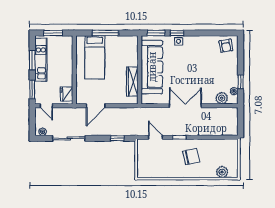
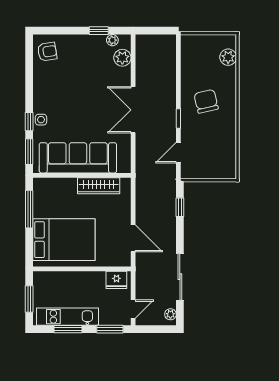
window: (105, 33) -> (29, 209), moved
bed: (95, 57) -> (64, 240), width x1.50

